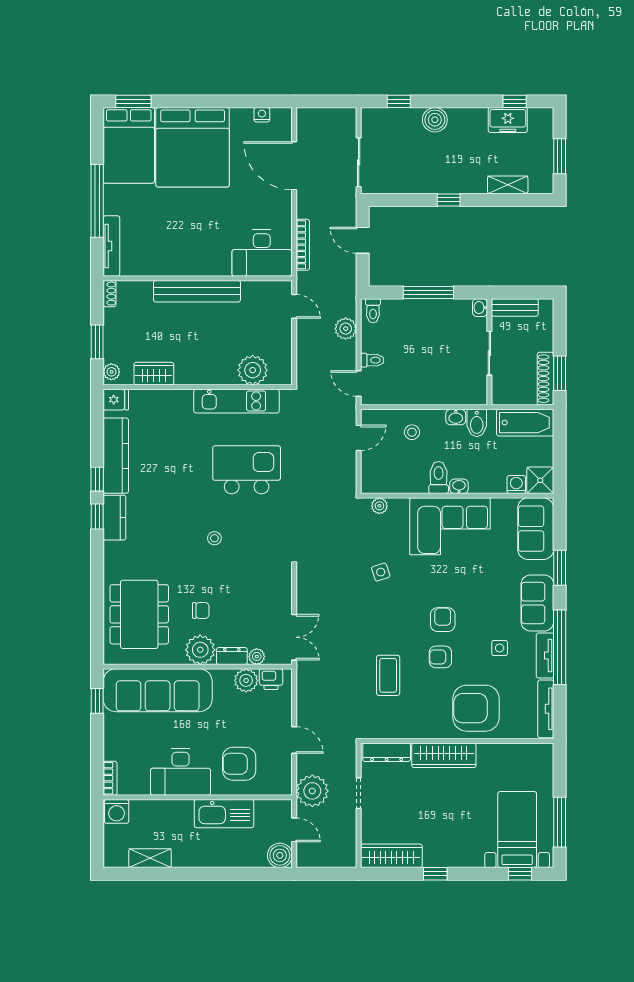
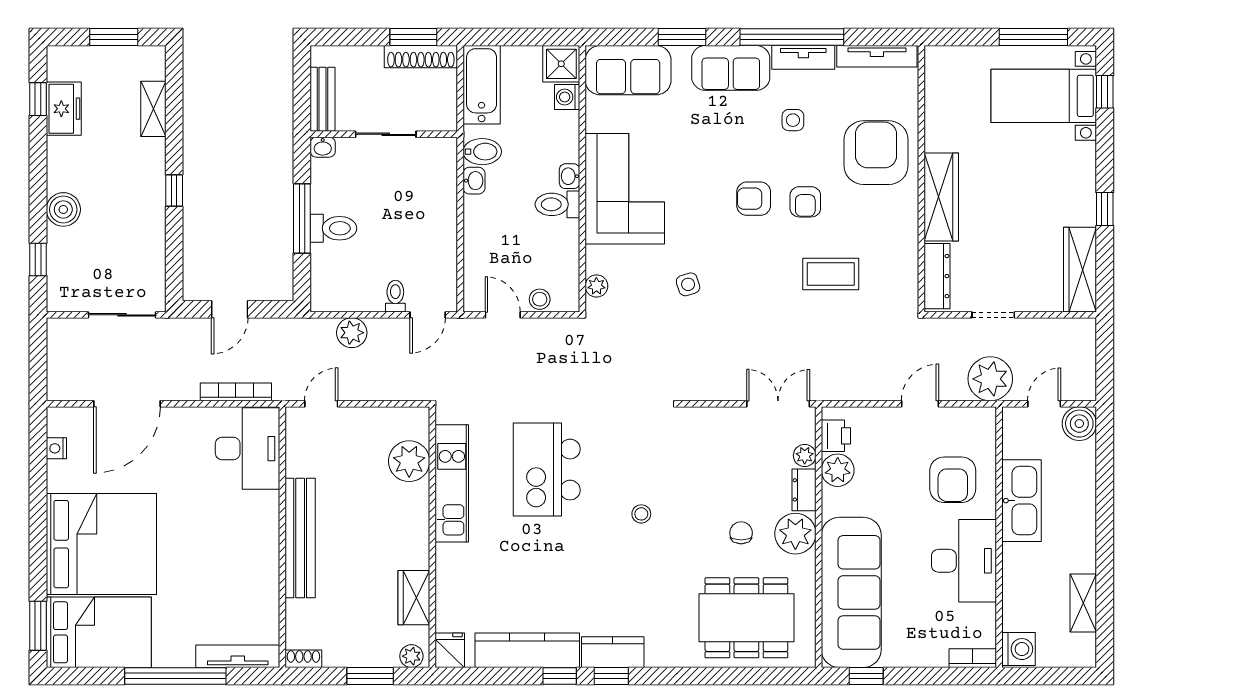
toilet: (373, 311) -> (333, 228), moved, width x1.37, depth x1.39
stool: (412, 432) -> (540, 299), moved
armchair: (476, 708) -> (876, 153), turned 180

